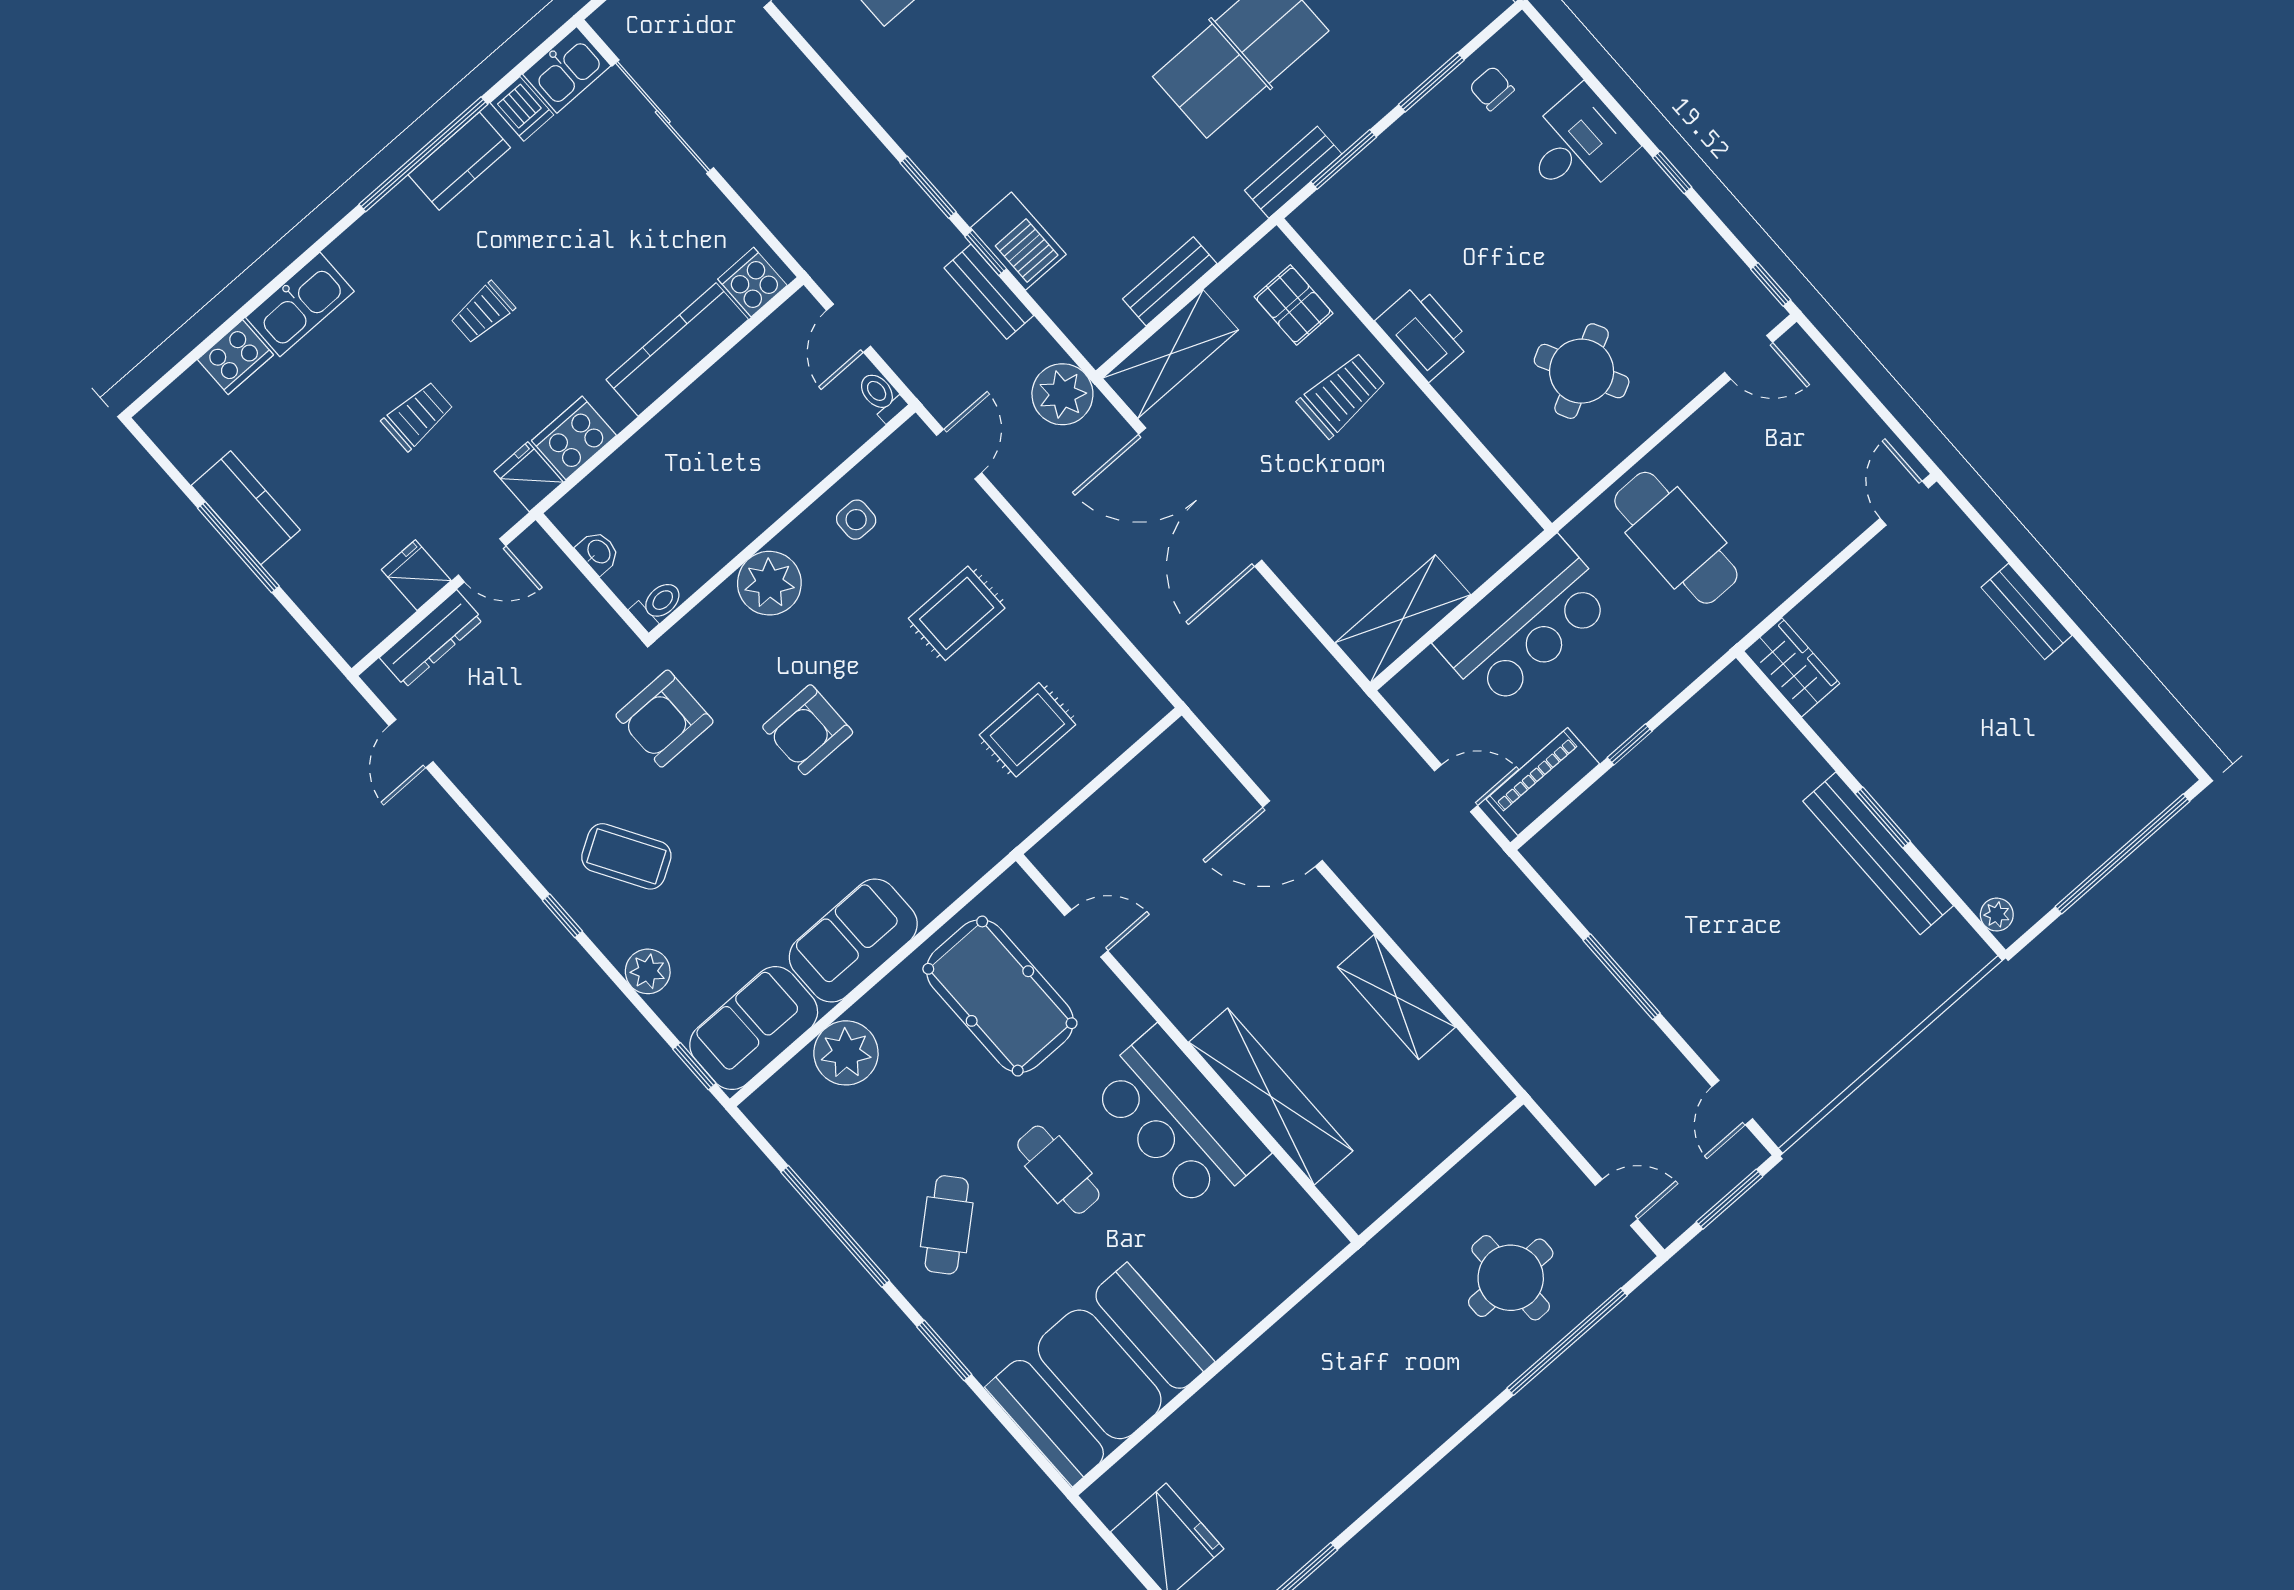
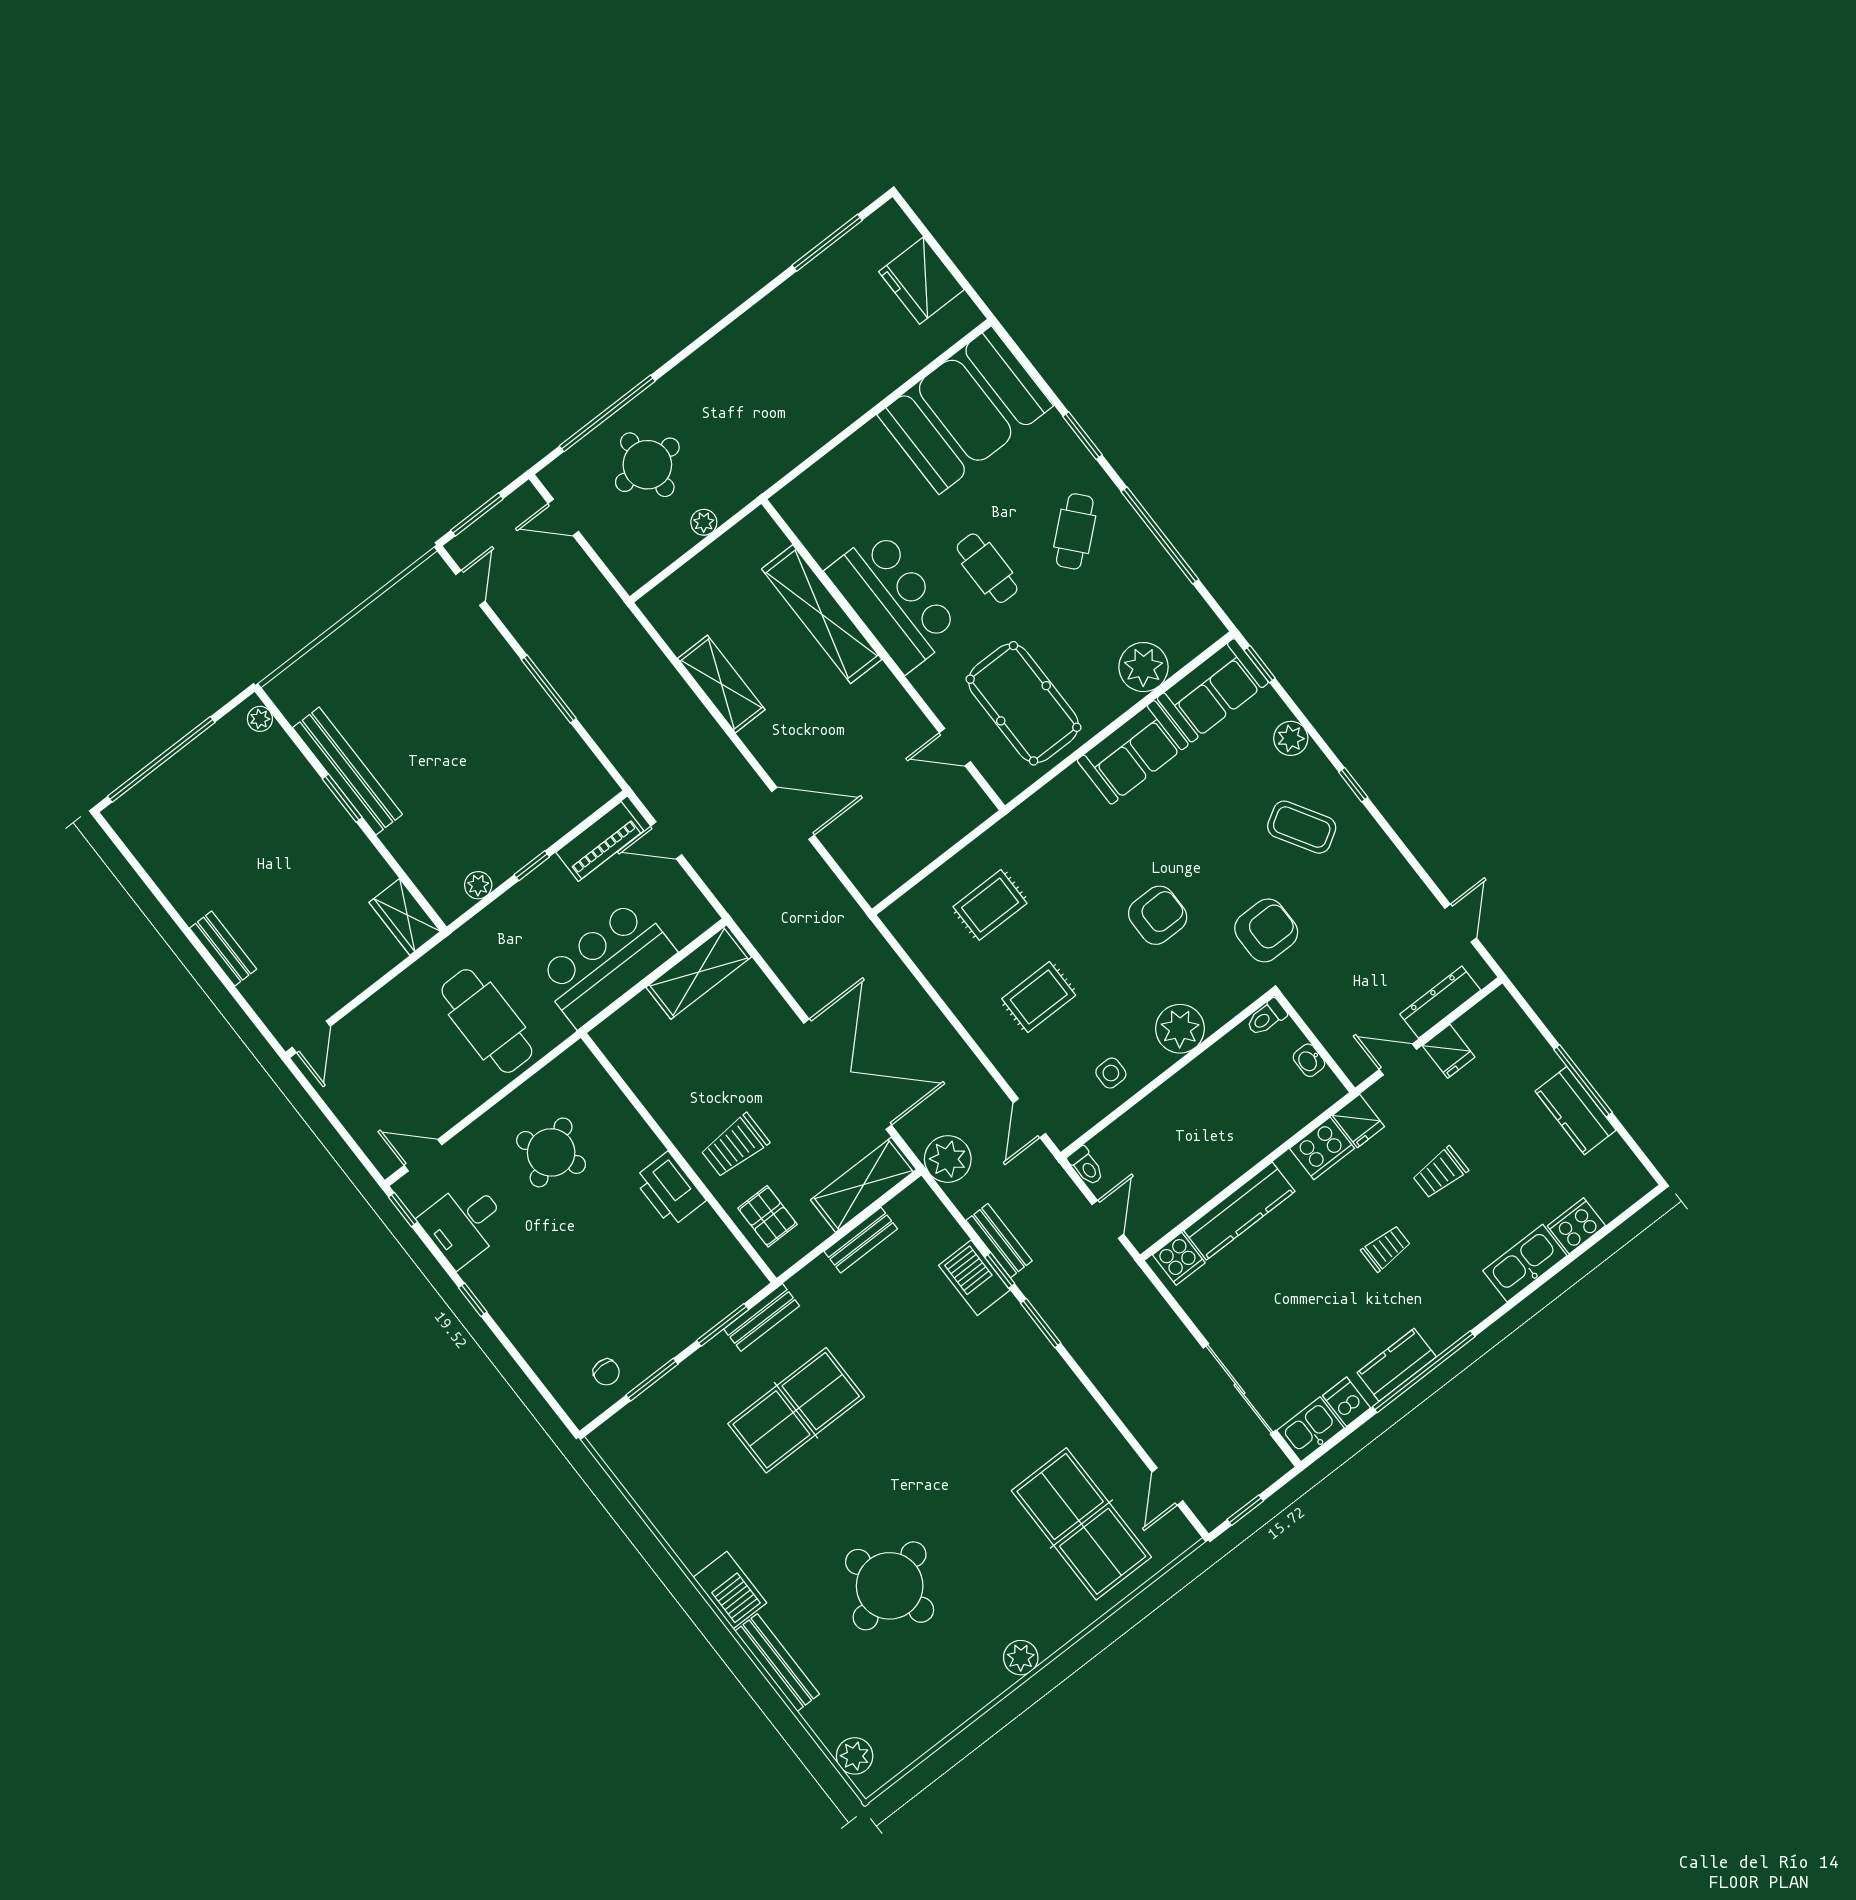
desk: (1577, 144) -> (464, 1223), moved
plant: (1698, 715) -> (478, 885), added
plant: (1432, 1207) -> (704, 522), added

